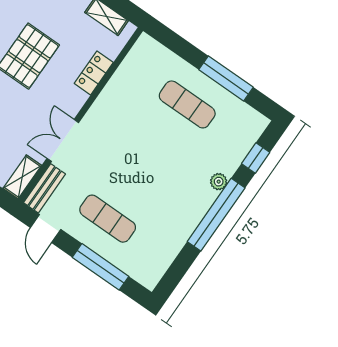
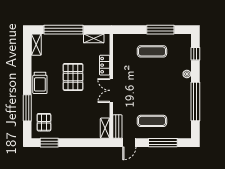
double door: (63, 140) -> (111, 90), moved
window: (216, 215) -> (195, 102), moved
door: (46, 228) -> (129, 143), hinge flipped

